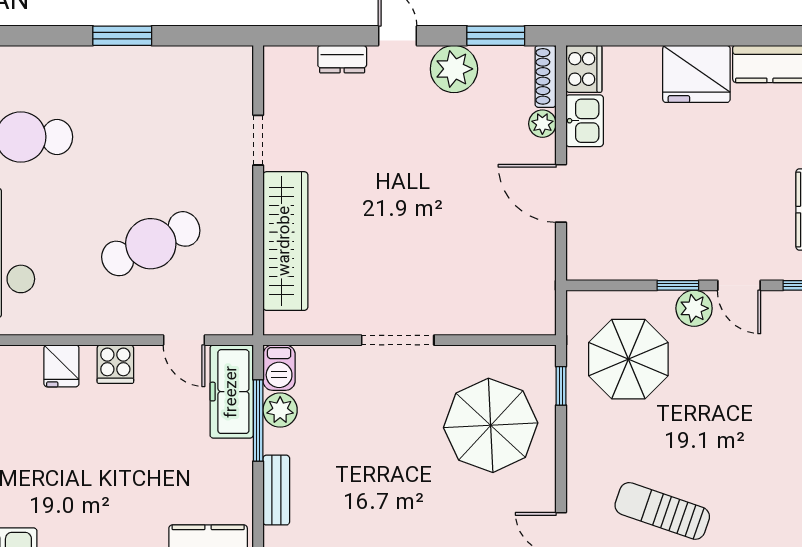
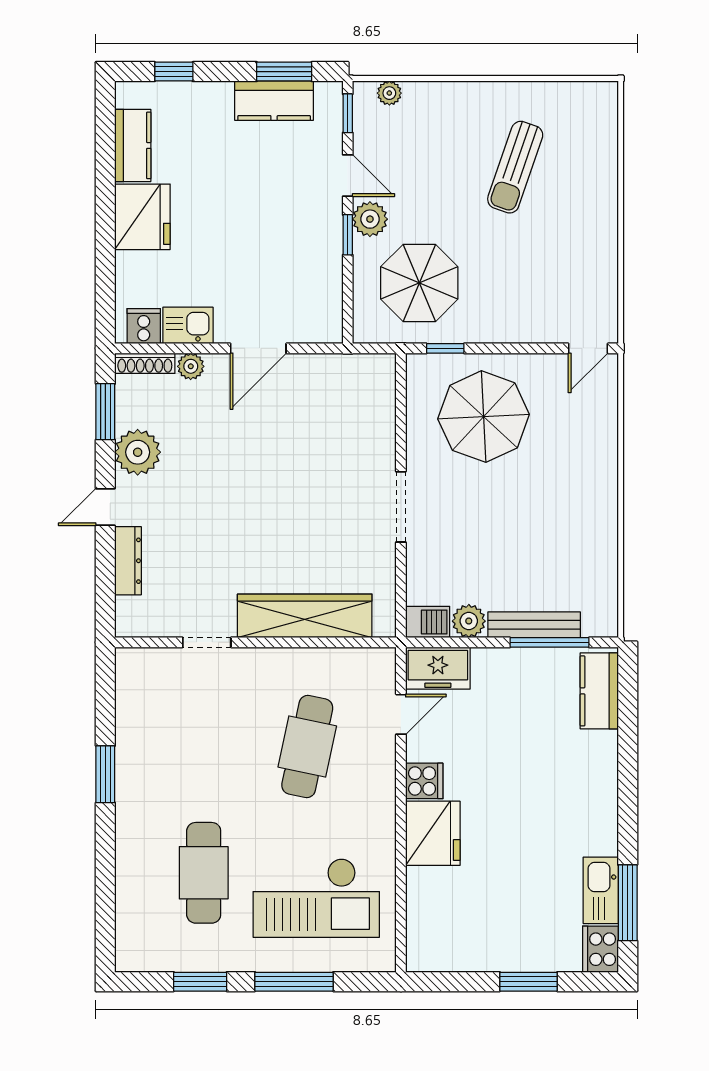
dresser: (342, 59) -> (128, 561), width x1.44
cooker: (584, 69) -> (144, 326), width x0.73
cafe table: (151, 244) -> (307, 747), turned 36
door: (739, 285) -> (348, 175), hinge flipped
fridge: (61, 366) -> (433, 833), width x1.88, depth x1.34
freezer: (232, 392) -> (438, 668), width x0.71
window: (258, 421) -> (550, 642), moved
bench: (276, 490) -> (534, 625), width x1.36
sun lounger: (662, 511) -> (515, 167), moved

